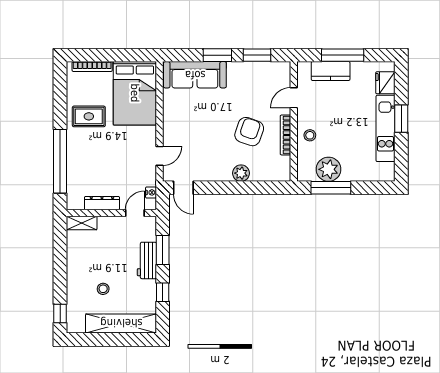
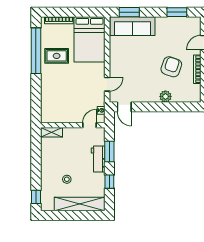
window: (217, 55) -> (129, 12), moved
window: (60, 161) -> (36, 51), moved
dresser: (102, 203) -> (66, 118), removed

